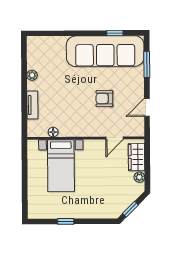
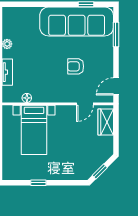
door: (147, 107) -> (116, 86), moved
plant: (139, 177) -> (108, 141), removed

